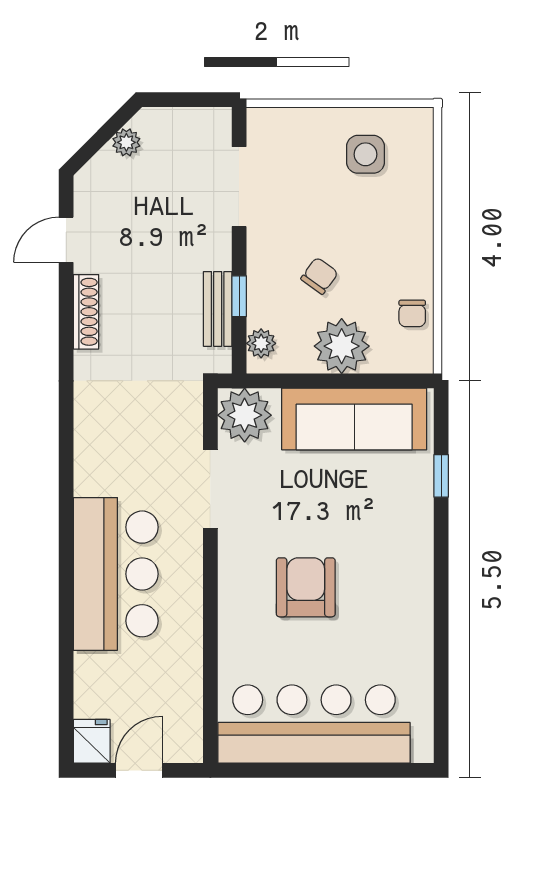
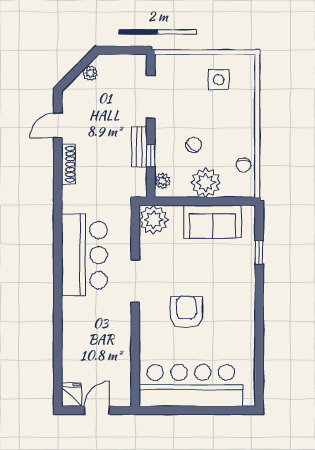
bench: (218, 309) -> (139, 147), moved
sofa: (354, 419) -> (212, 222), width x0.73
doorway: (210, 489) -> (135, 281), moved
bar counter: (116, 574) -> (84, 255), moved

